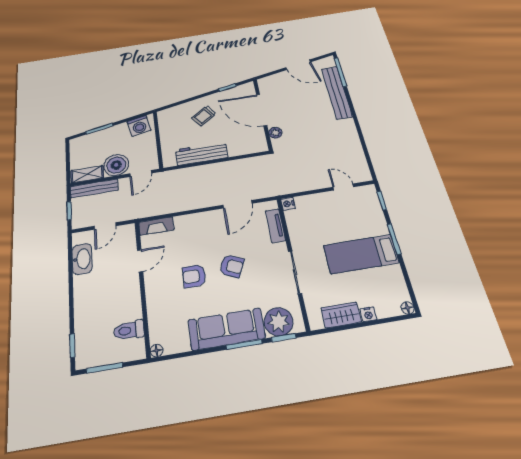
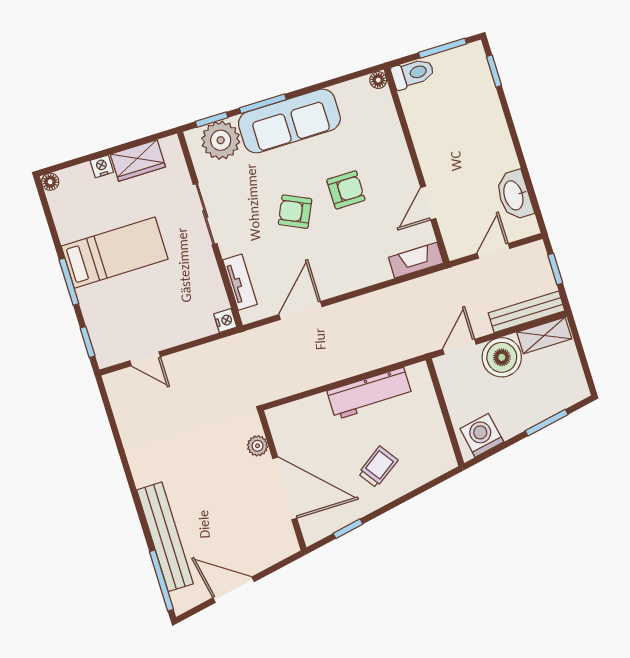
toilet: (129, 330) -> (413, 74), moved

